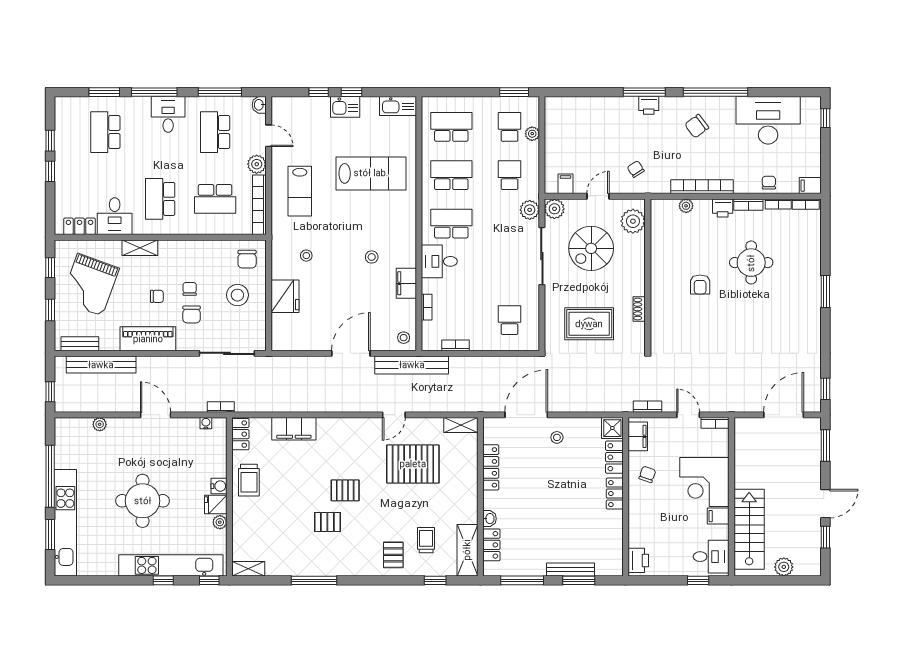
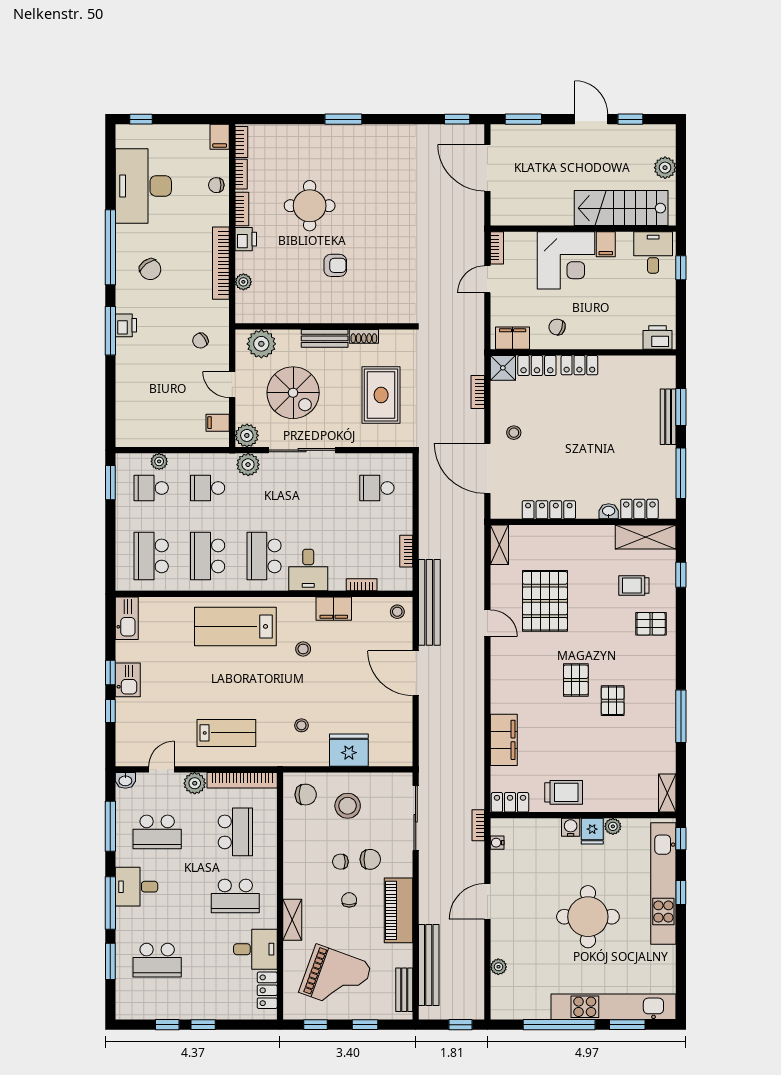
lab bench: (371, 173) -> (235, 626), moved, turned -90
bench: (638, 275) -> (325, 338), added
bookcase: (648, 407) -> (478, 392), moved

